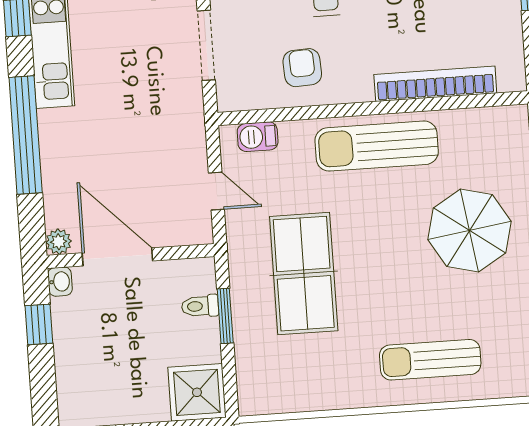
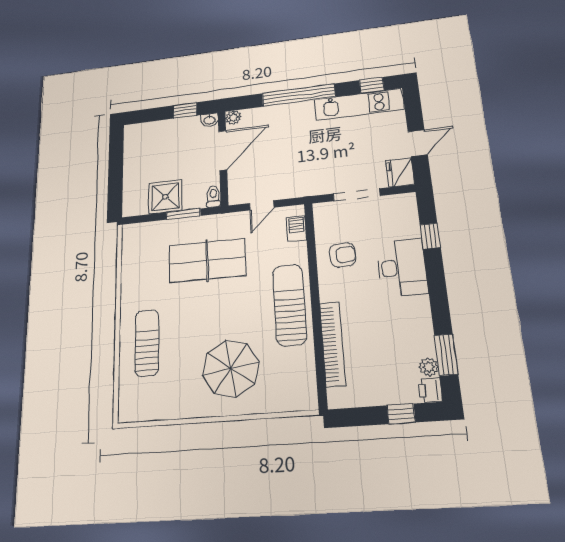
toilet: (200, 306) -> (213, 196), moved
shower: (197, 392) -> (165, 197), moved

